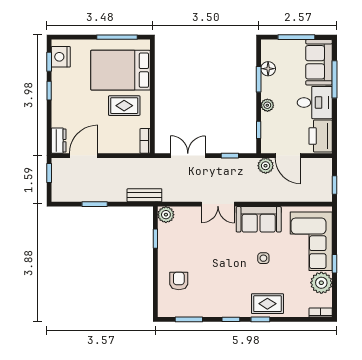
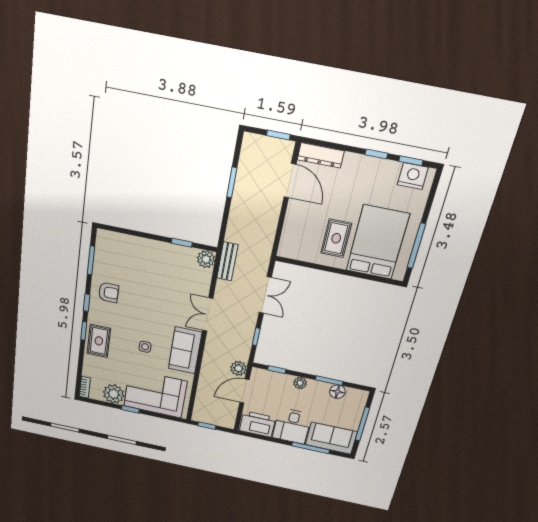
dresser: (59, 141) -> (321, 155), width x1.44
bookcase: (145, 141) -> (291, 253), removed
bench: (144, 195) -> (227, 261), moved
armchair: (179, 281) -> (109, 293), moved

